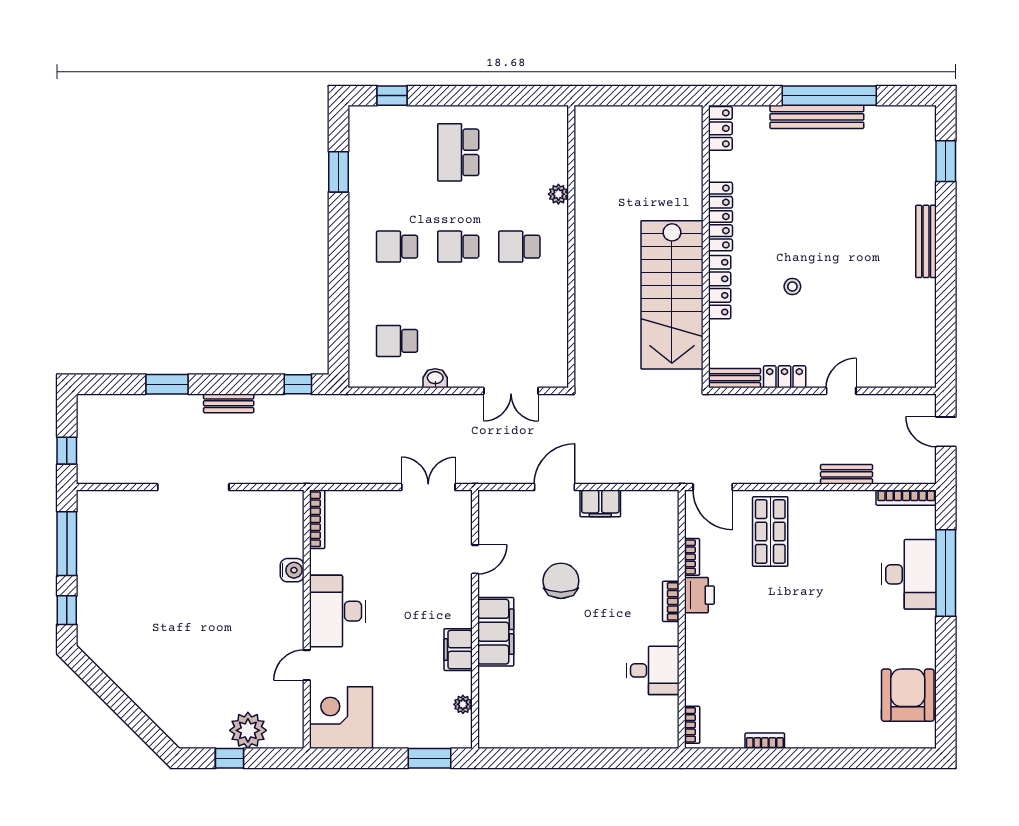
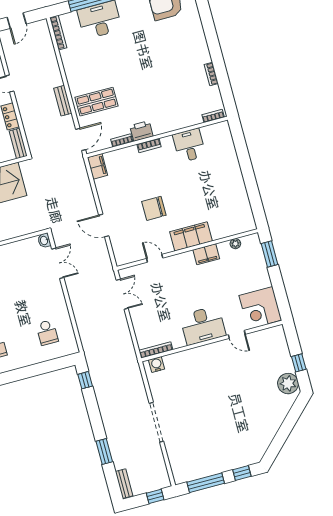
washbasin: (435, 378) -> (44, 240), moved
bench: (229, 403) -> (124, 484), moved
bench: (847, 474) -> (63, 101), moved
double door: (428, 487) -> (122, 294), swing flipped
filing cabinet: (600, 503) -> (97, 166), moved
water cooler: (292, 570) -> (157, 364), moved
plant: (248, 730) -> (288, 384), moved

